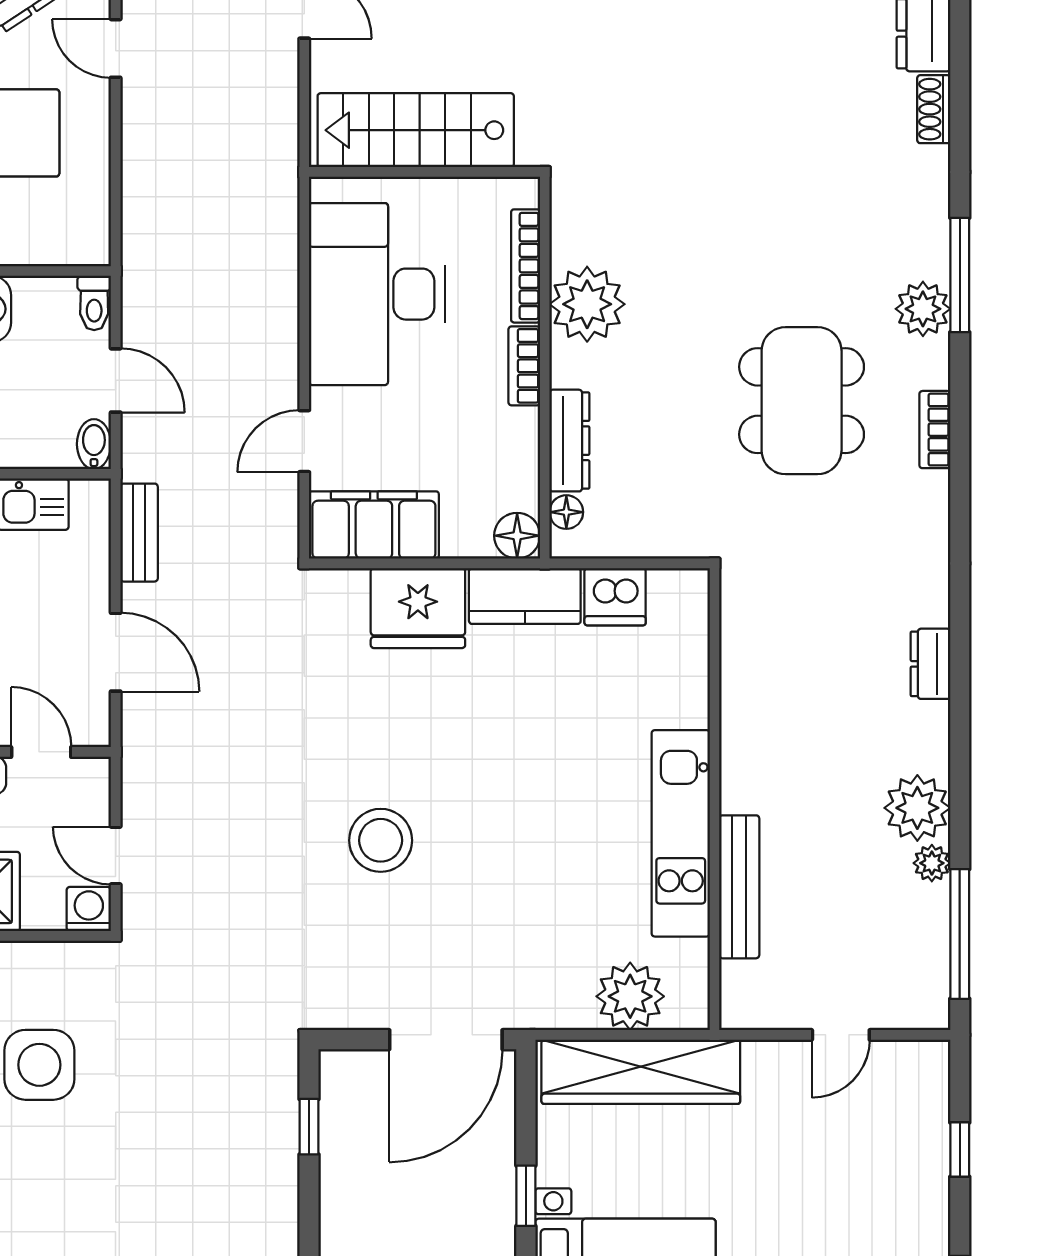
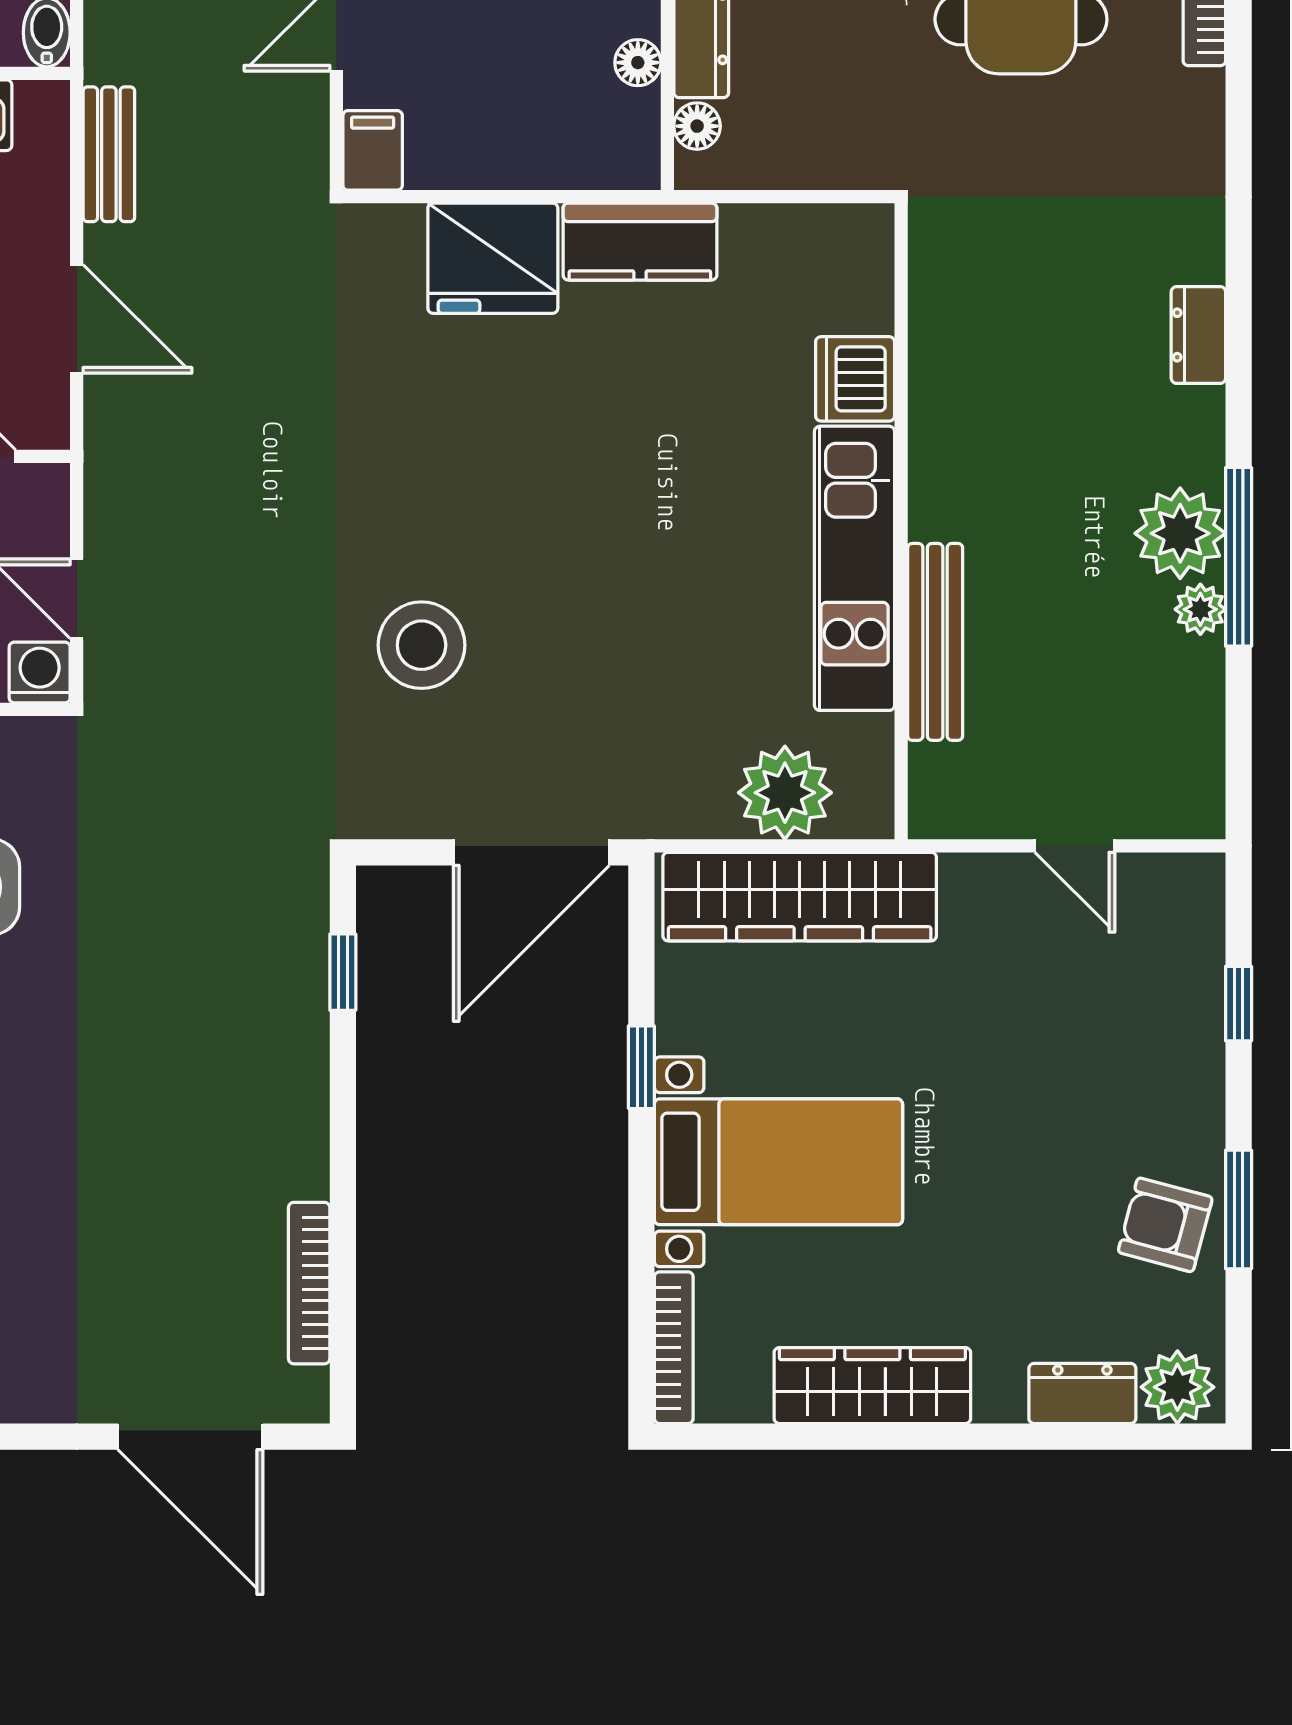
filing cabinet: (374, 525) -> (373, 150), width x0.33, depth x0.86
floor lamp: (517, 536) -> (638, 63), moved, width x0.73, depth x0.73
dishwasher: (615, 597) -> (855, 379), moved, turned 90
stool: (381, 840) -> (422, 645), moved
window: (960, 934) -> (1239, 557), moved
door: (841, 1035) -> (1075, 846), hinge flipped

